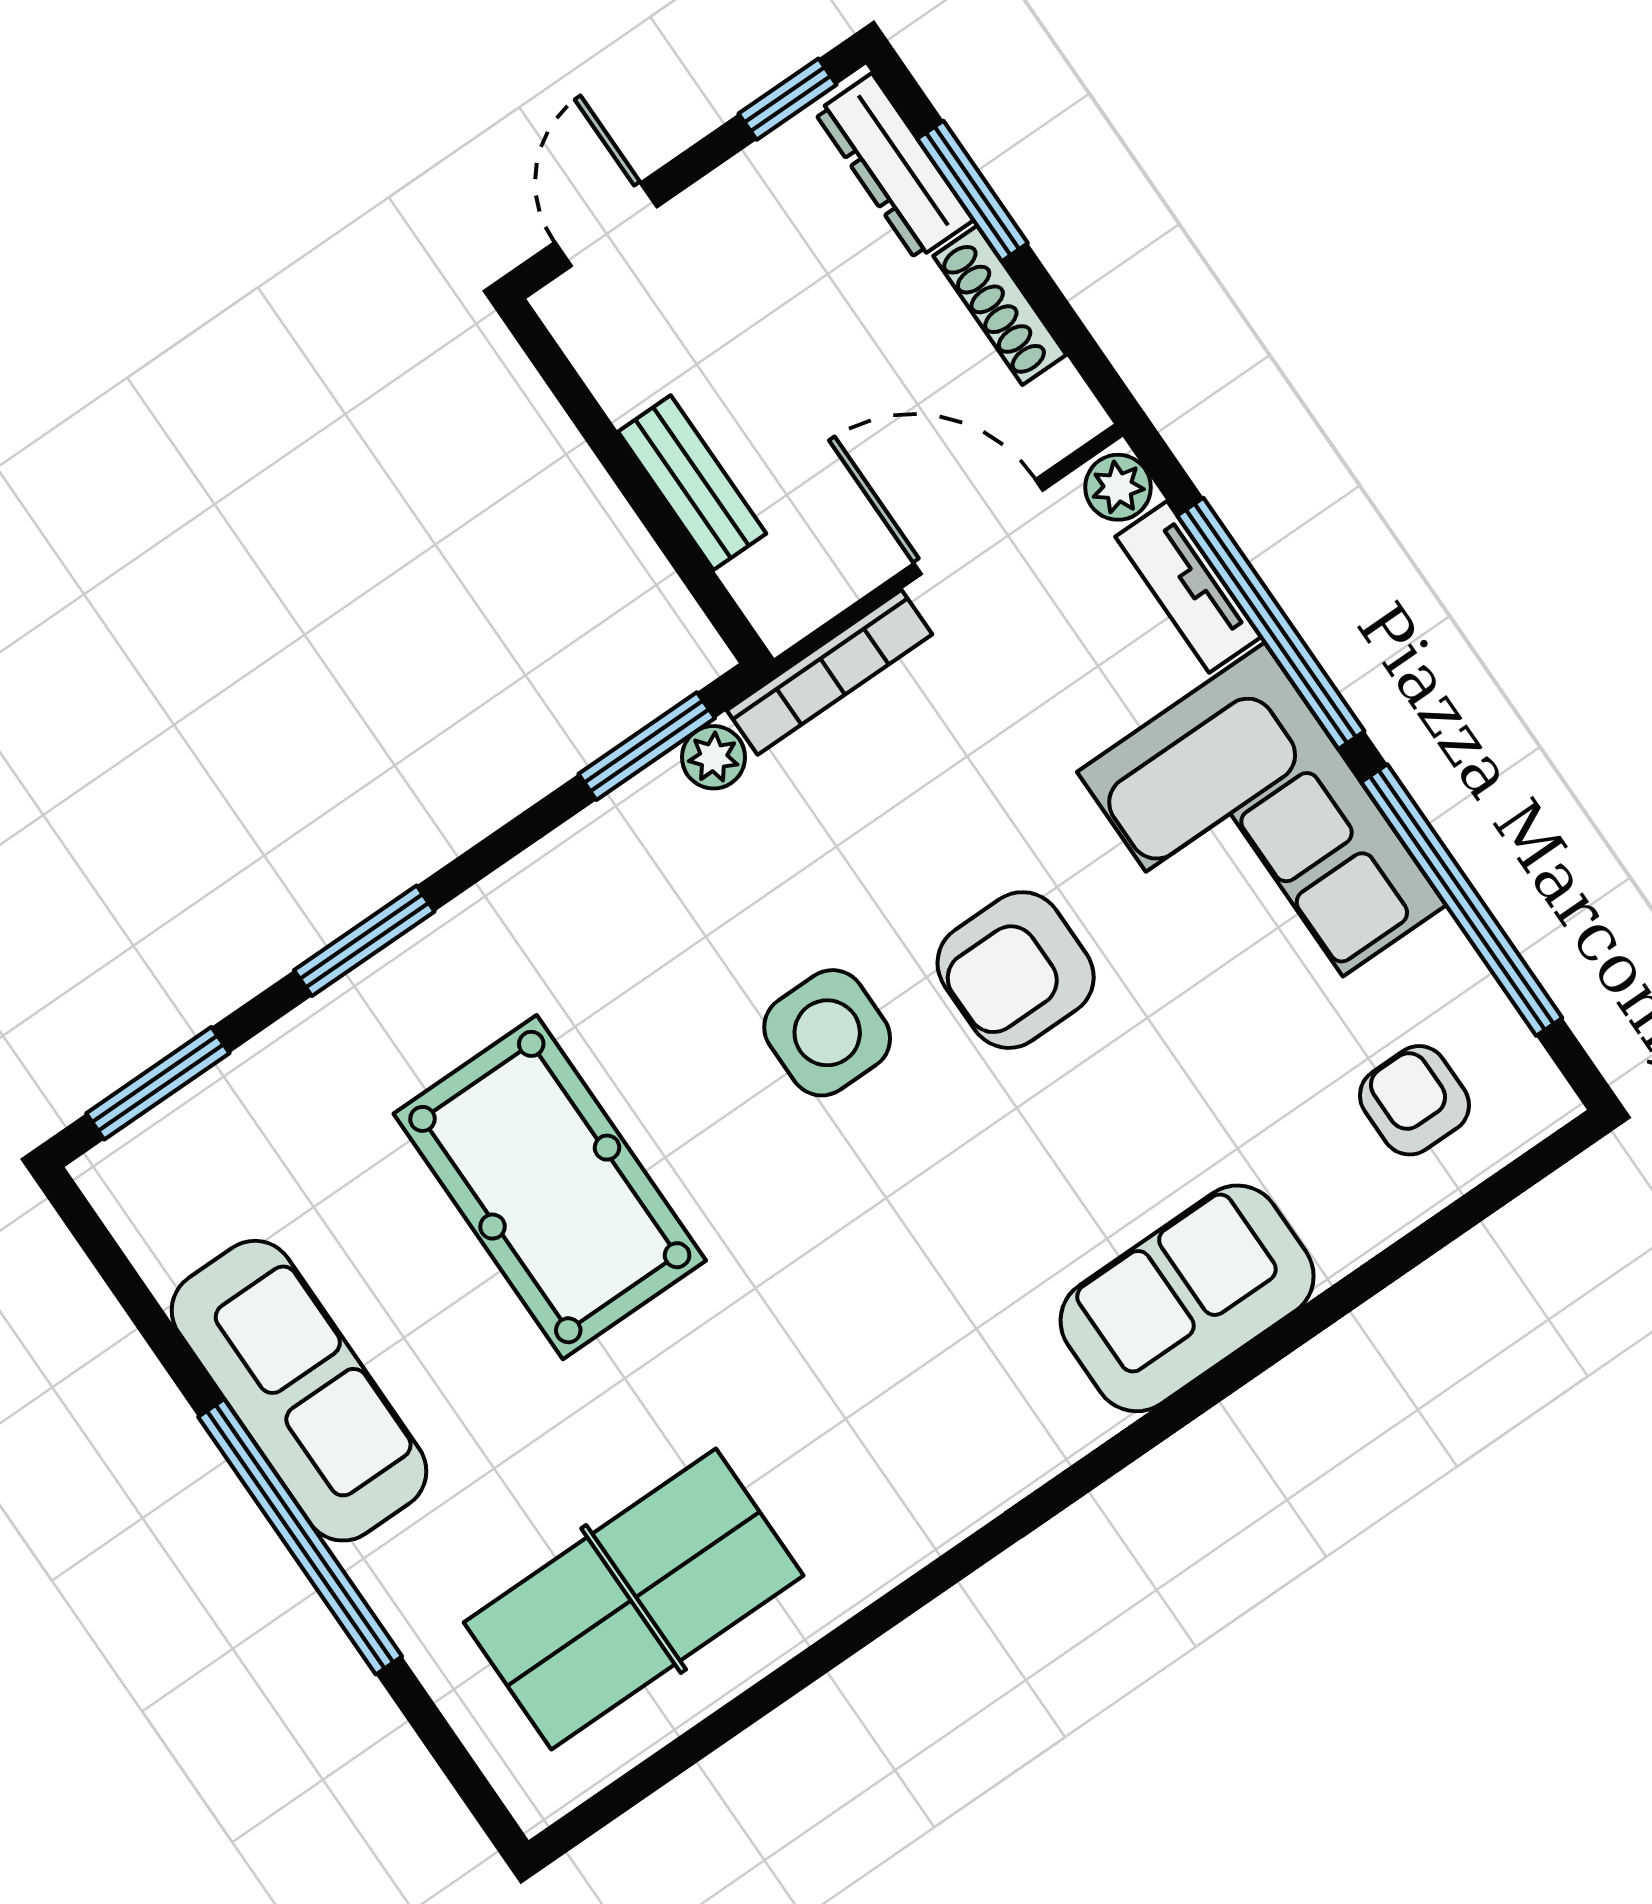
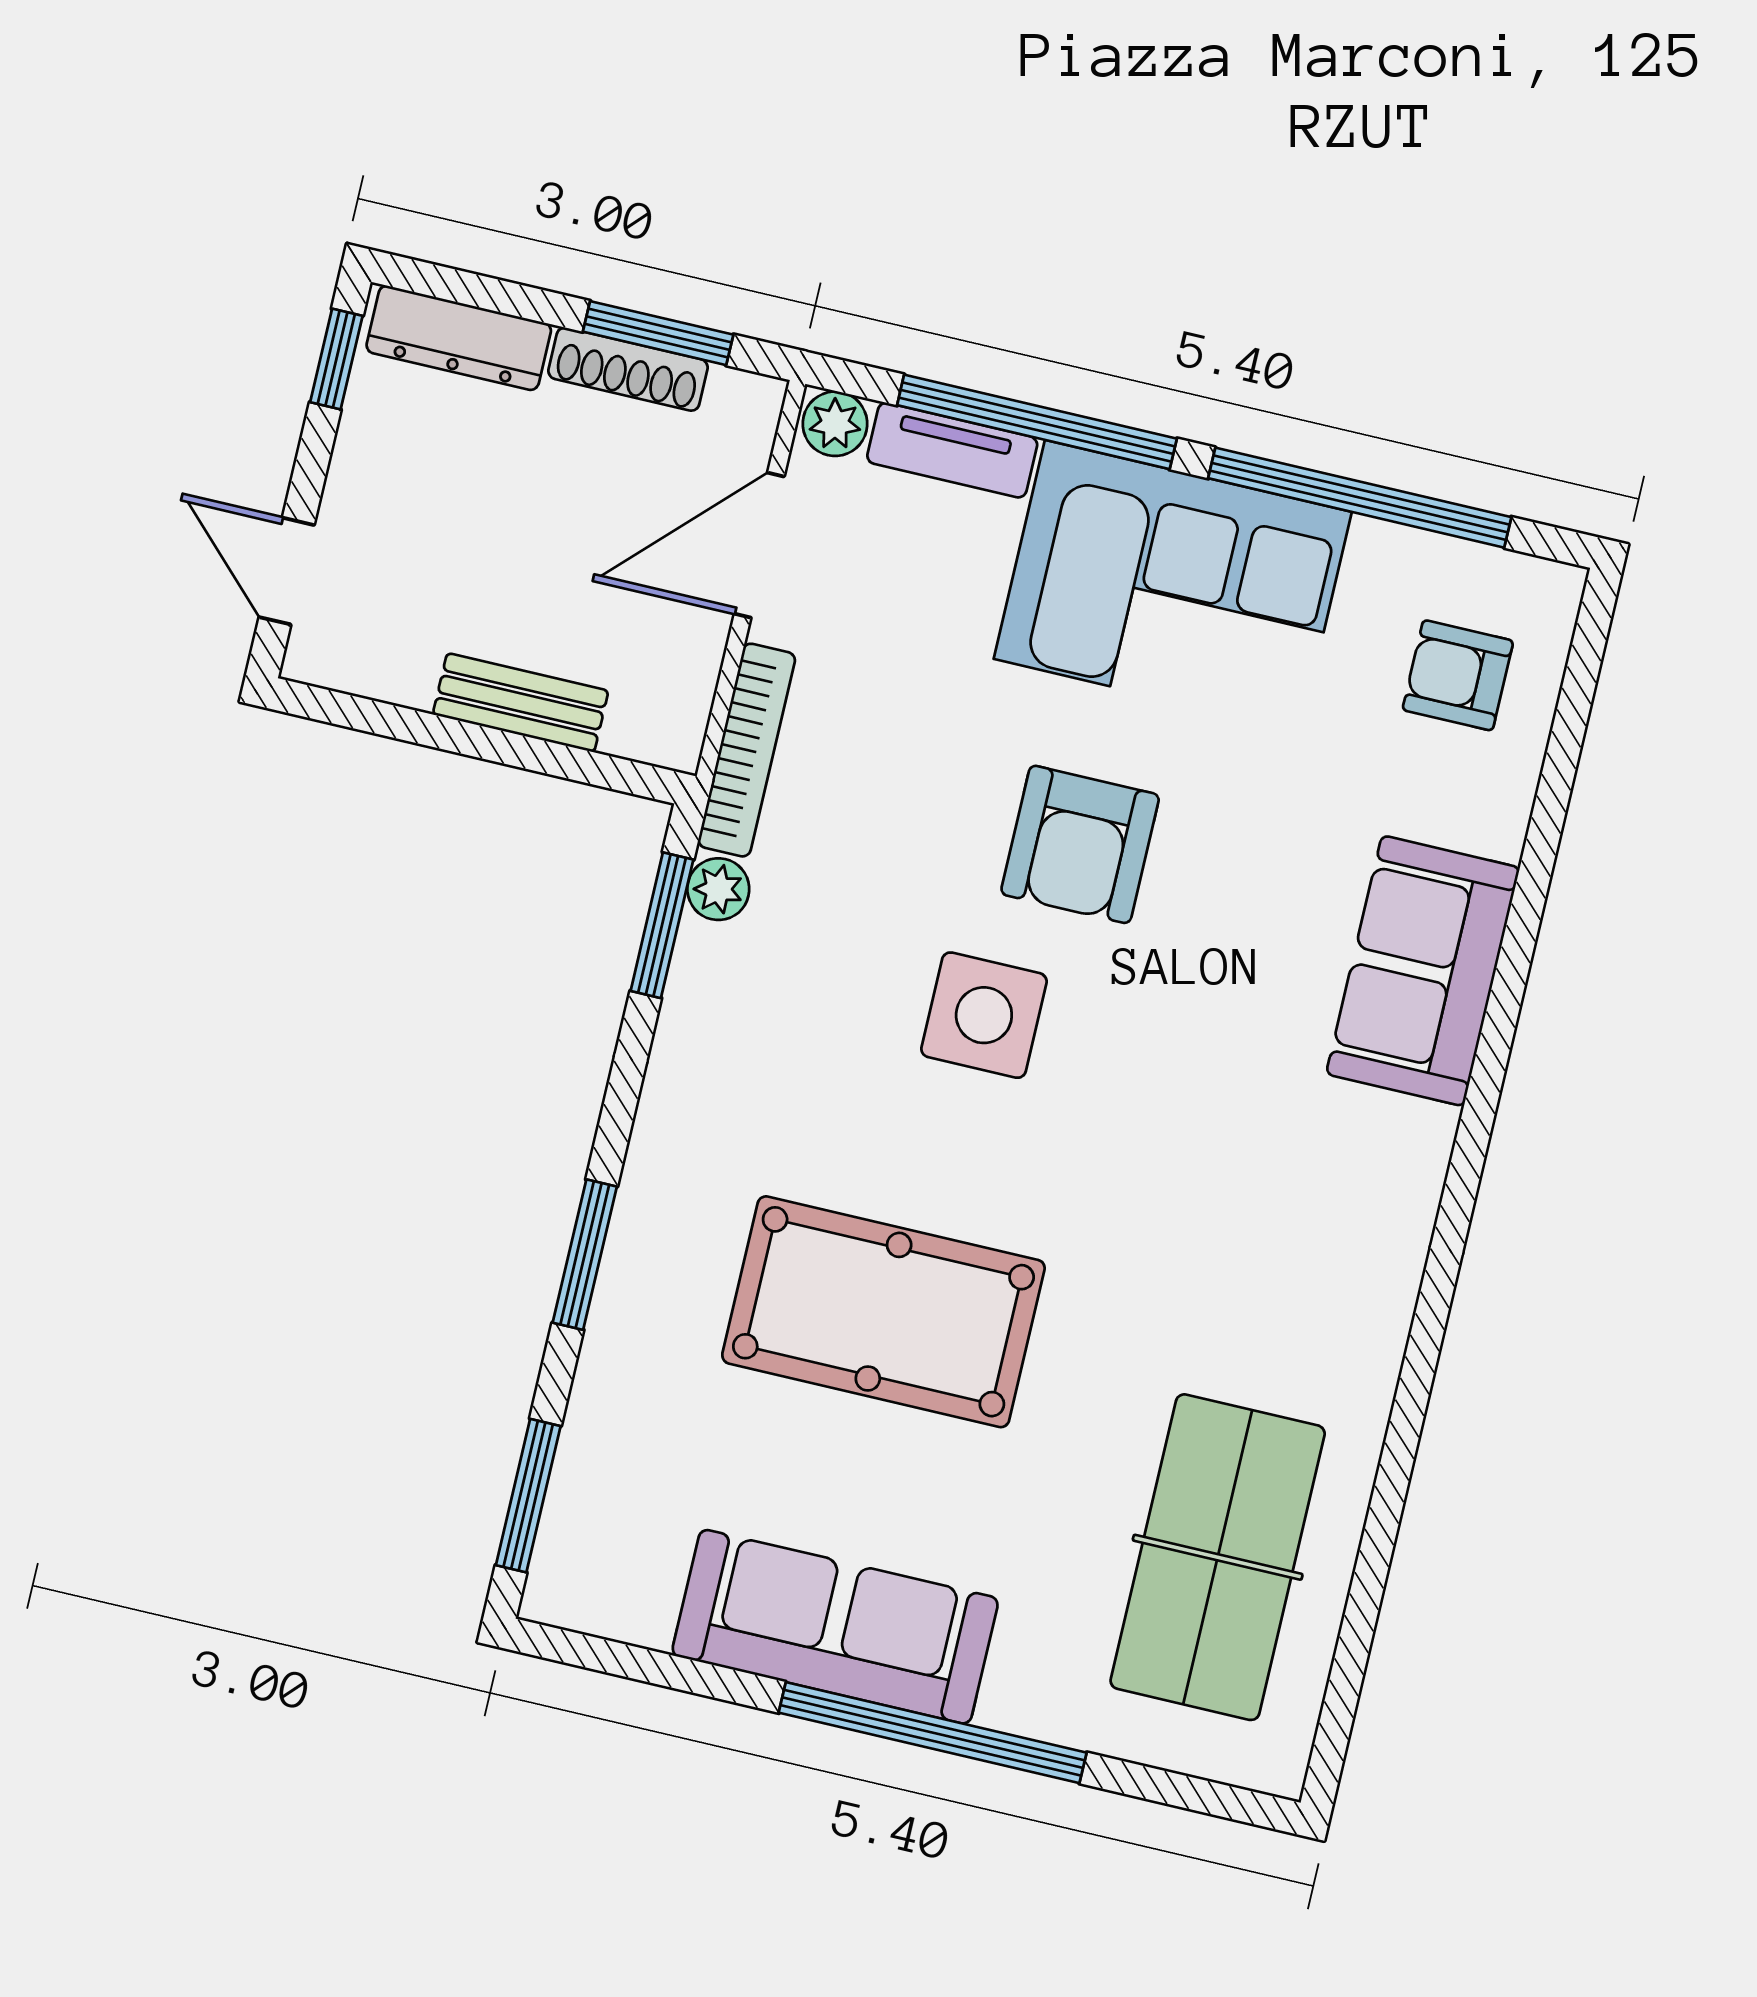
window: (973, 191) -> (658, 333), moved

